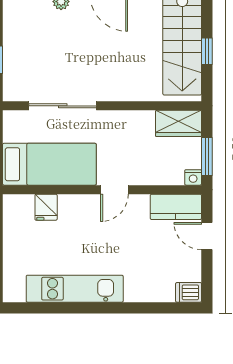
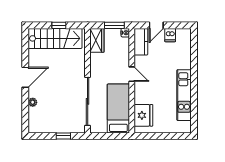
sliding door: (63, 106) -> (88, 101), width x1.36
fridge: (46, 207) -> (143, 115), width x1.88, depth x1.34
dishwasher: (189, 292) -> (170, 35), moved

